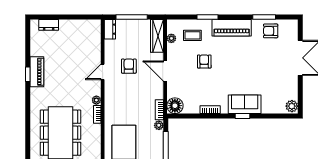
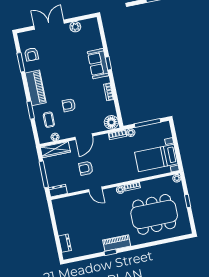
piano: (37, 72) -> (117, 243), moved
plant: (292, 106) -> (75, 27), moved

